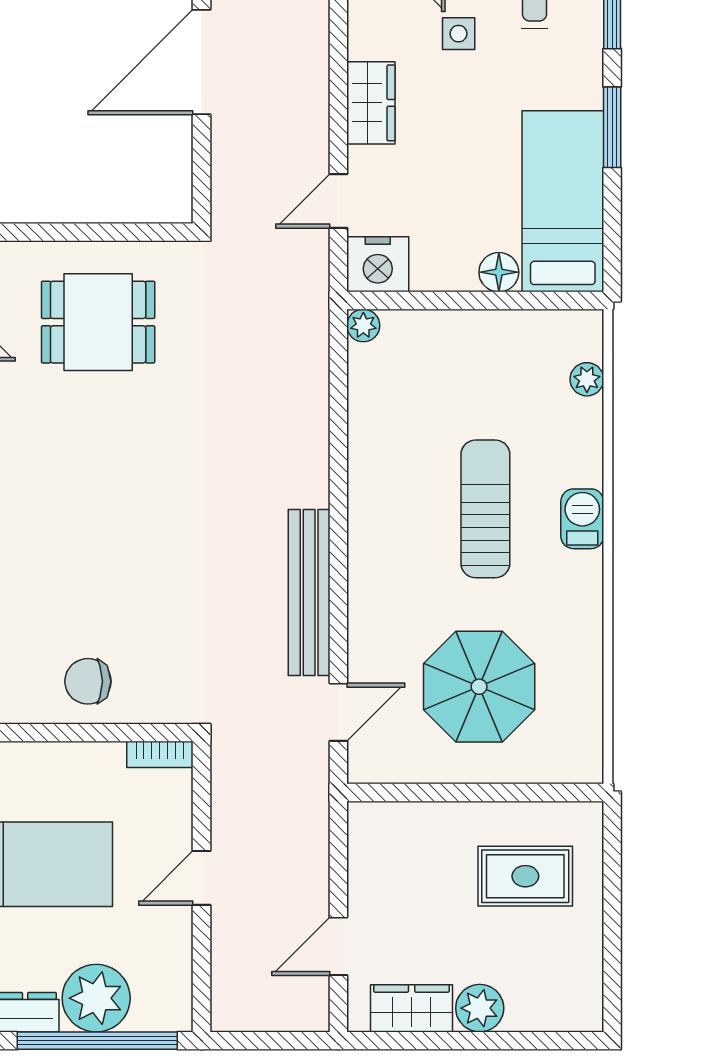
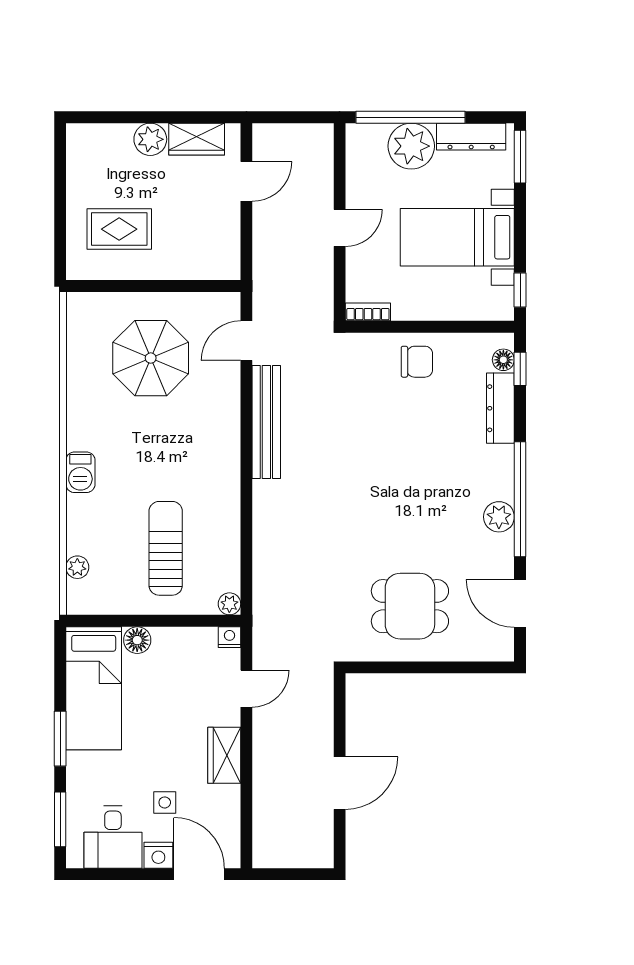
door: (201, 62) -> (340, 783), width x0.73
nightstand: (378, 264) -> (229, 637), width x0.53, depth x0.56
sun lounger: (485, 509) -> (166, 548), moved, turned 180

